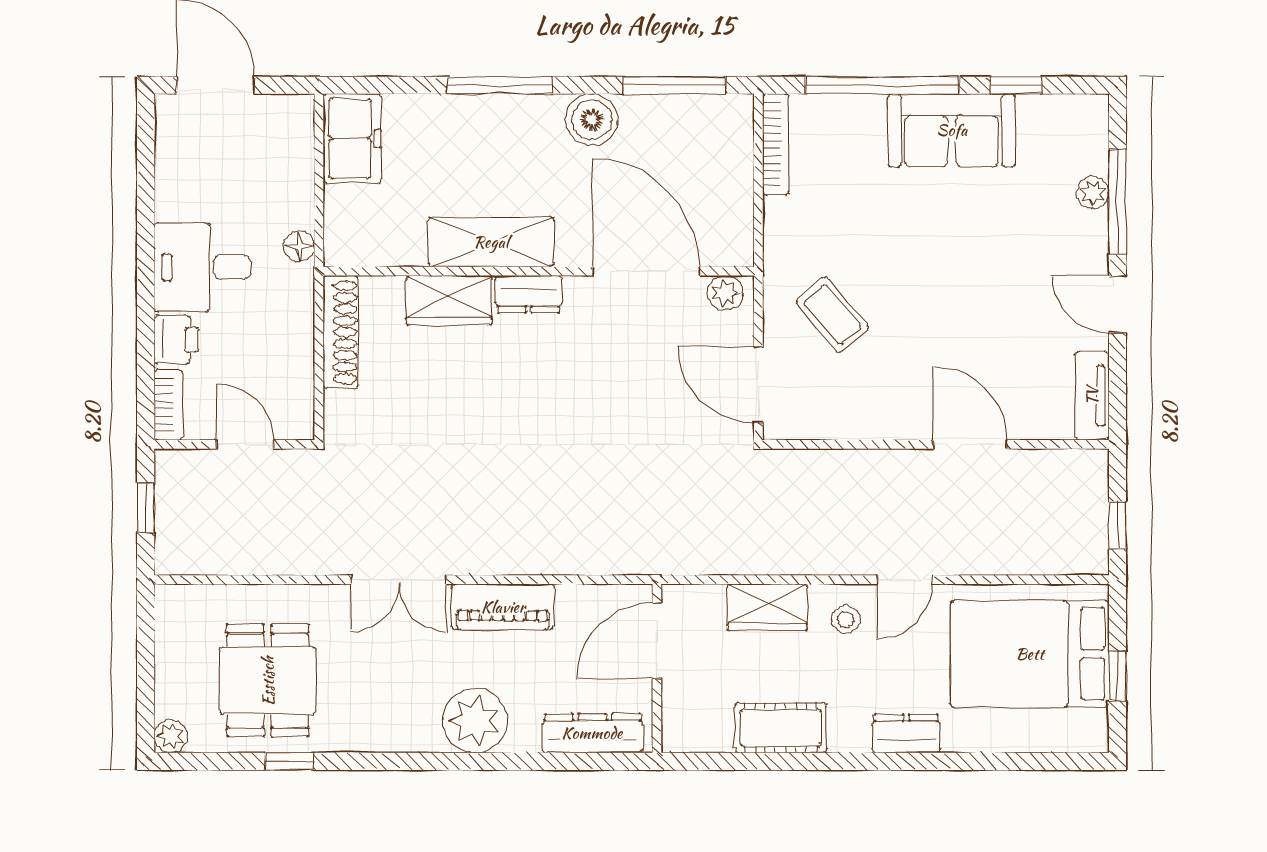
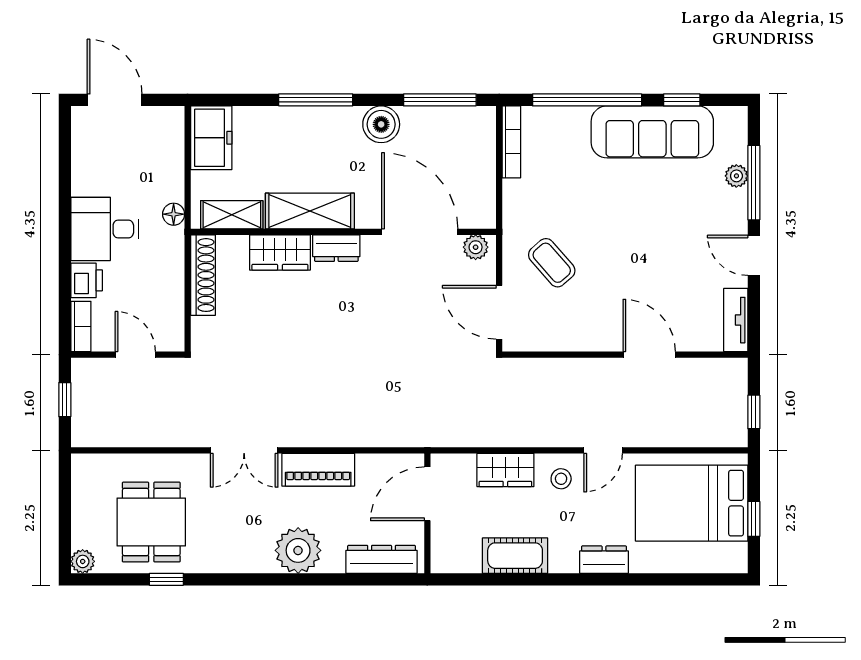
sofa: (952, 130) -> (652, 132), width x1.36
shelving: (381, 247) -> (232, 215), added

